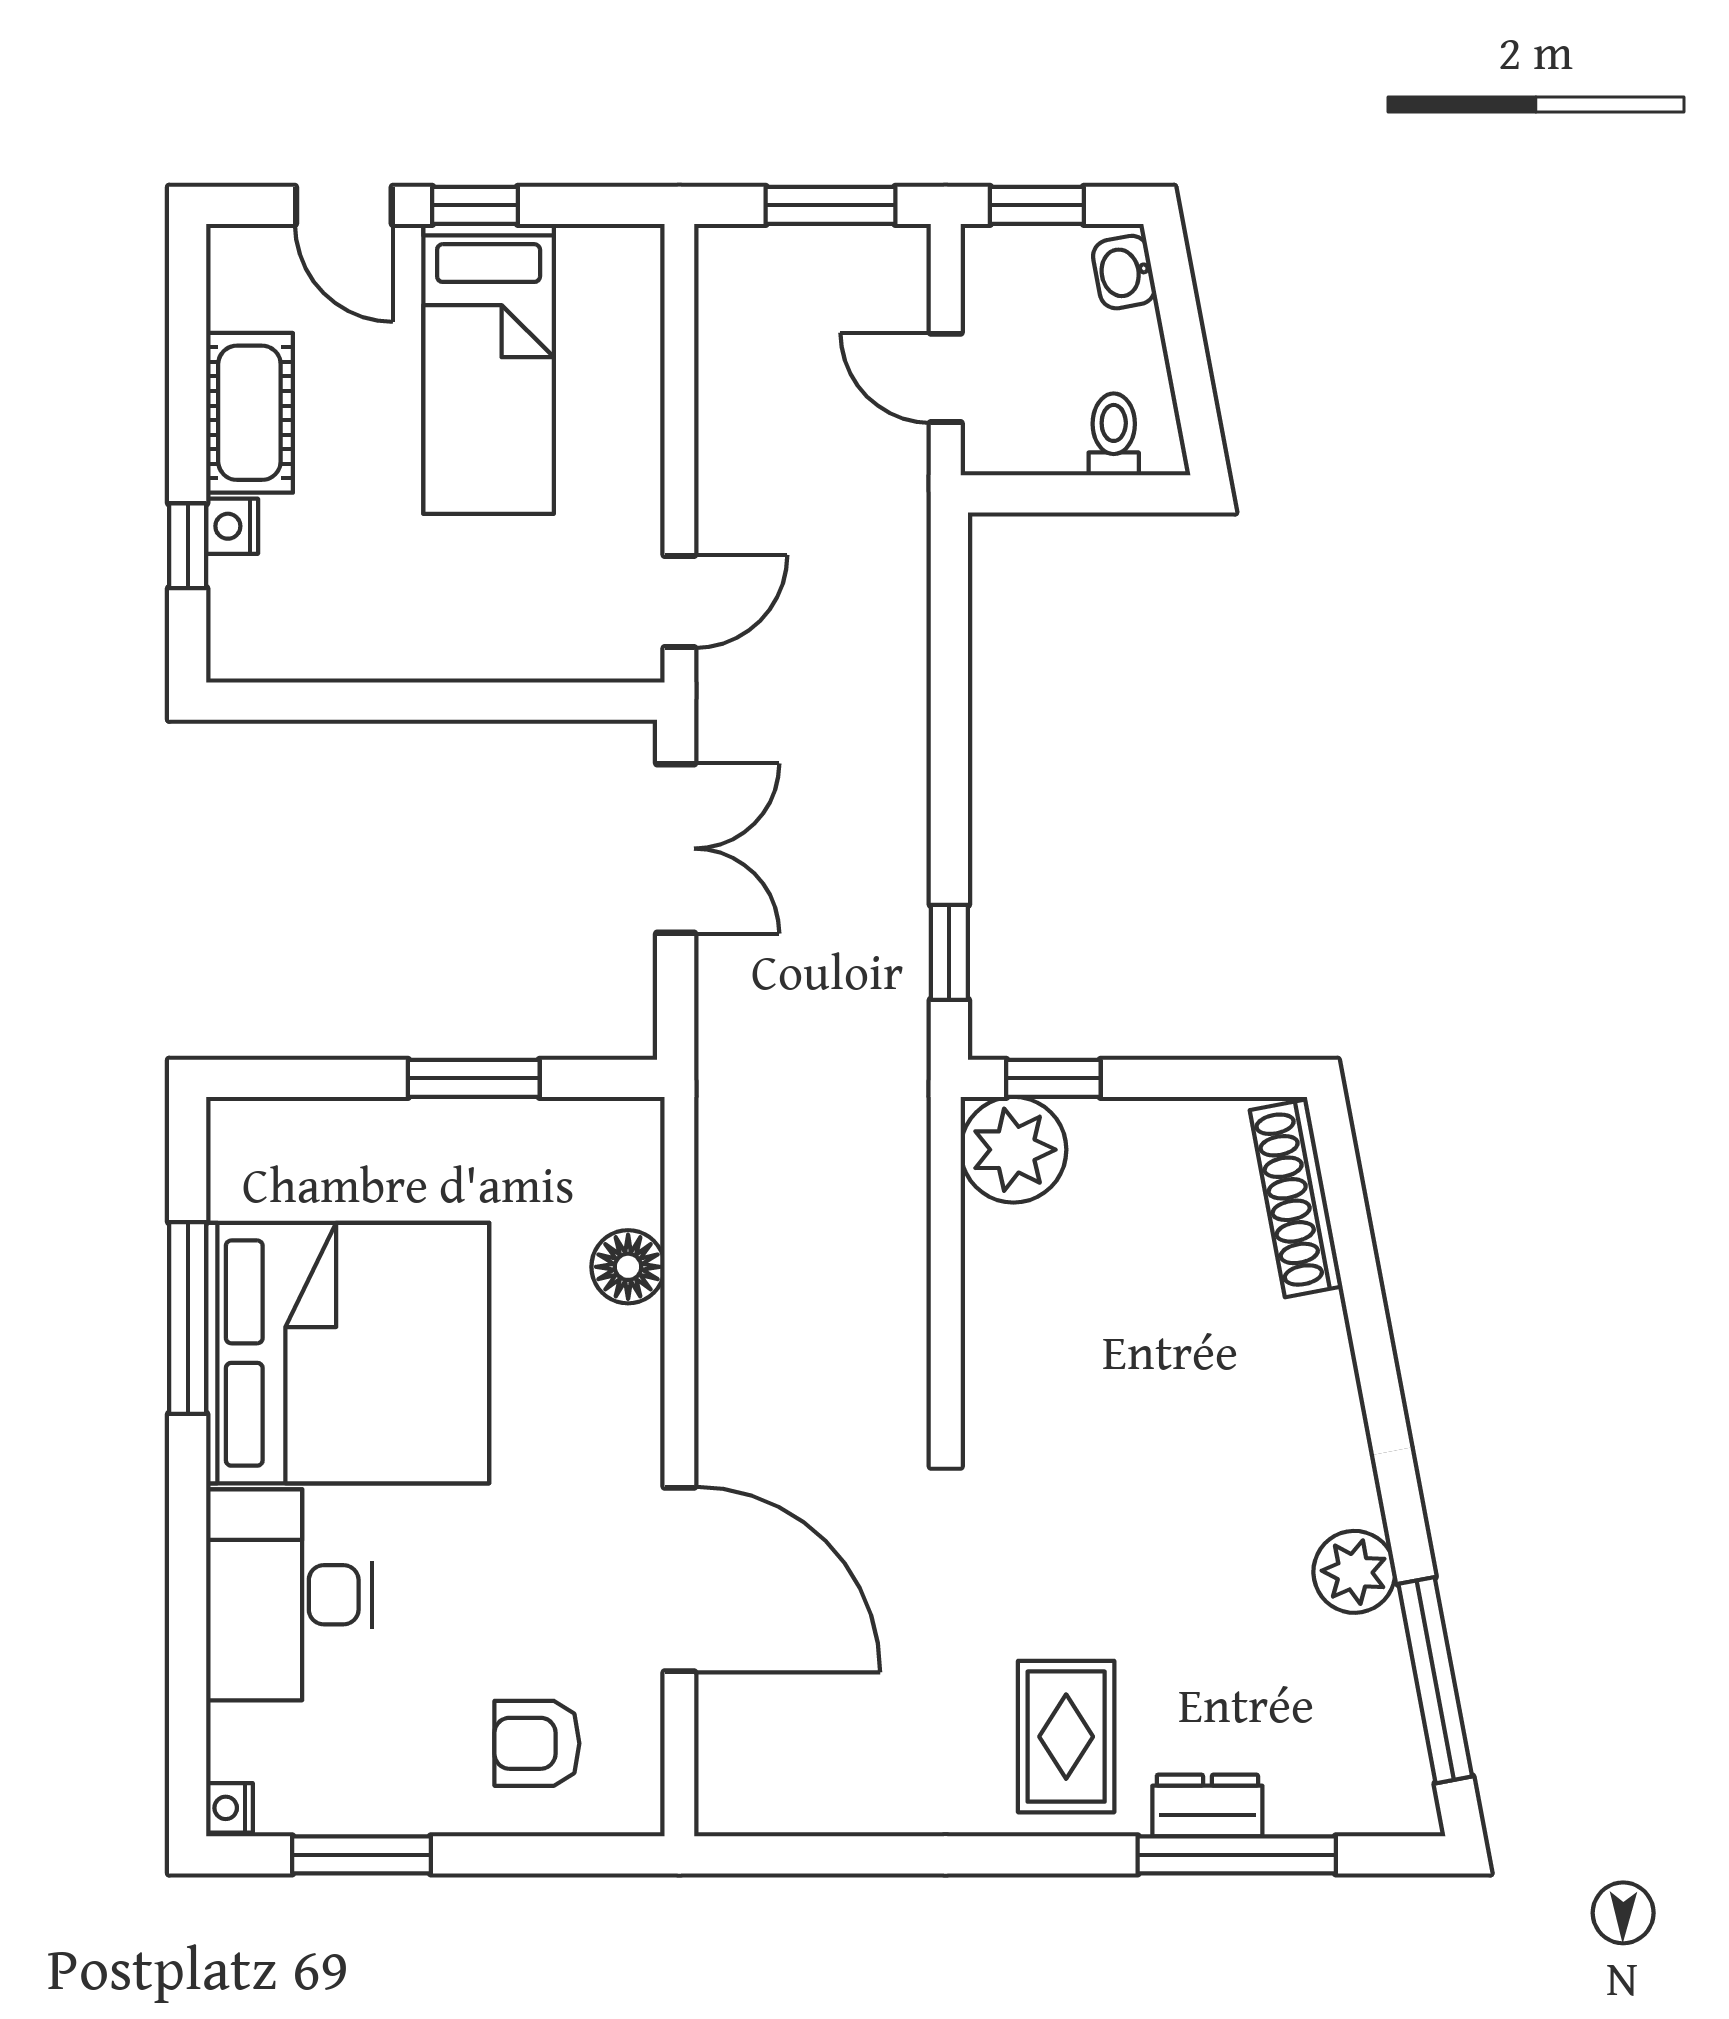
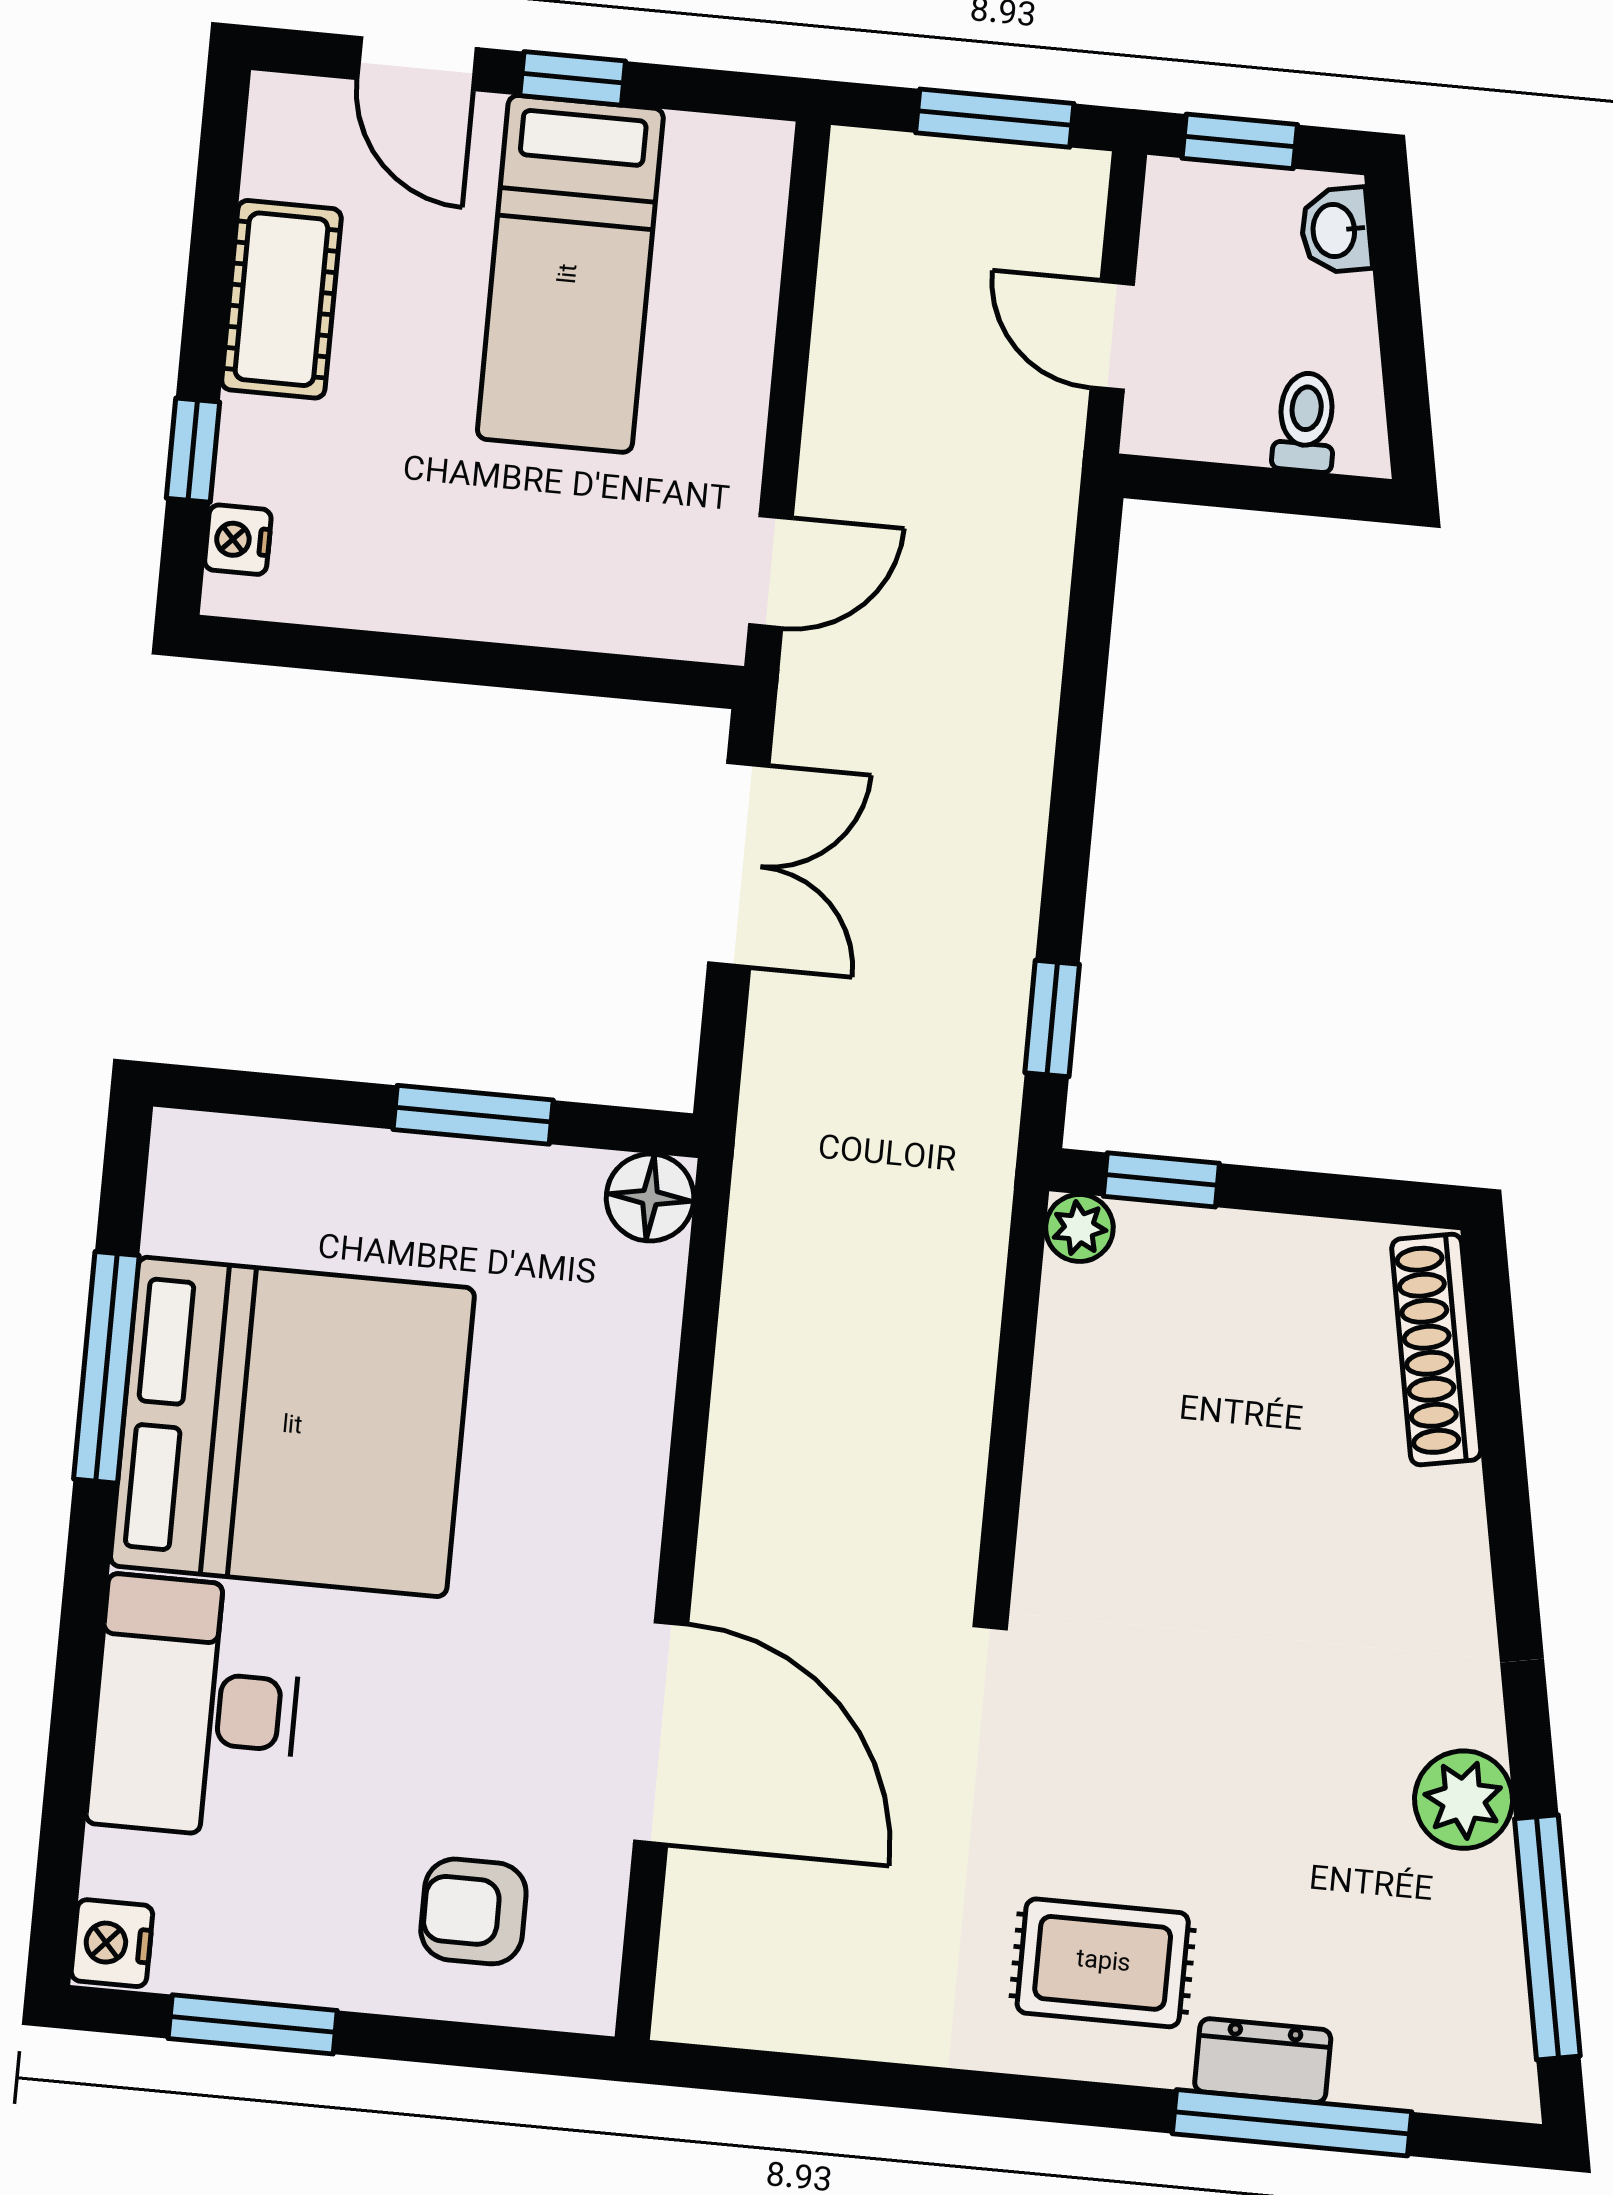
nightstand: (232, 526) -> (238, 540), moved
plant: (1013, 1150) -> (1079, 1228), width x0.53, depth x0.53
floor lamp: (628, 1267) -> (650, 1197), moved
rug: (1066, 1737) -> (1103, 1963), turned 90
nightstand: (229, 1808) -> (112, 1943), width x1.39, depth x1.35

